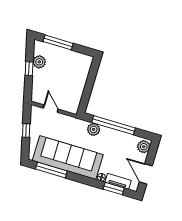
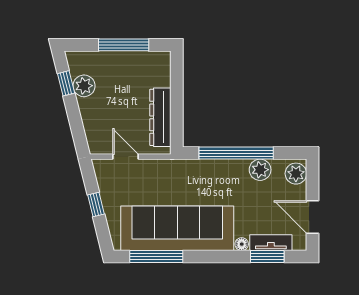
window: (58, 42) -> (124, 45), moved
window: (29, 69) -> (66, 83), moved
dresser: (77, 92) -> (160, 117), added
plant: (94, 129) -> (260, 170), moved

